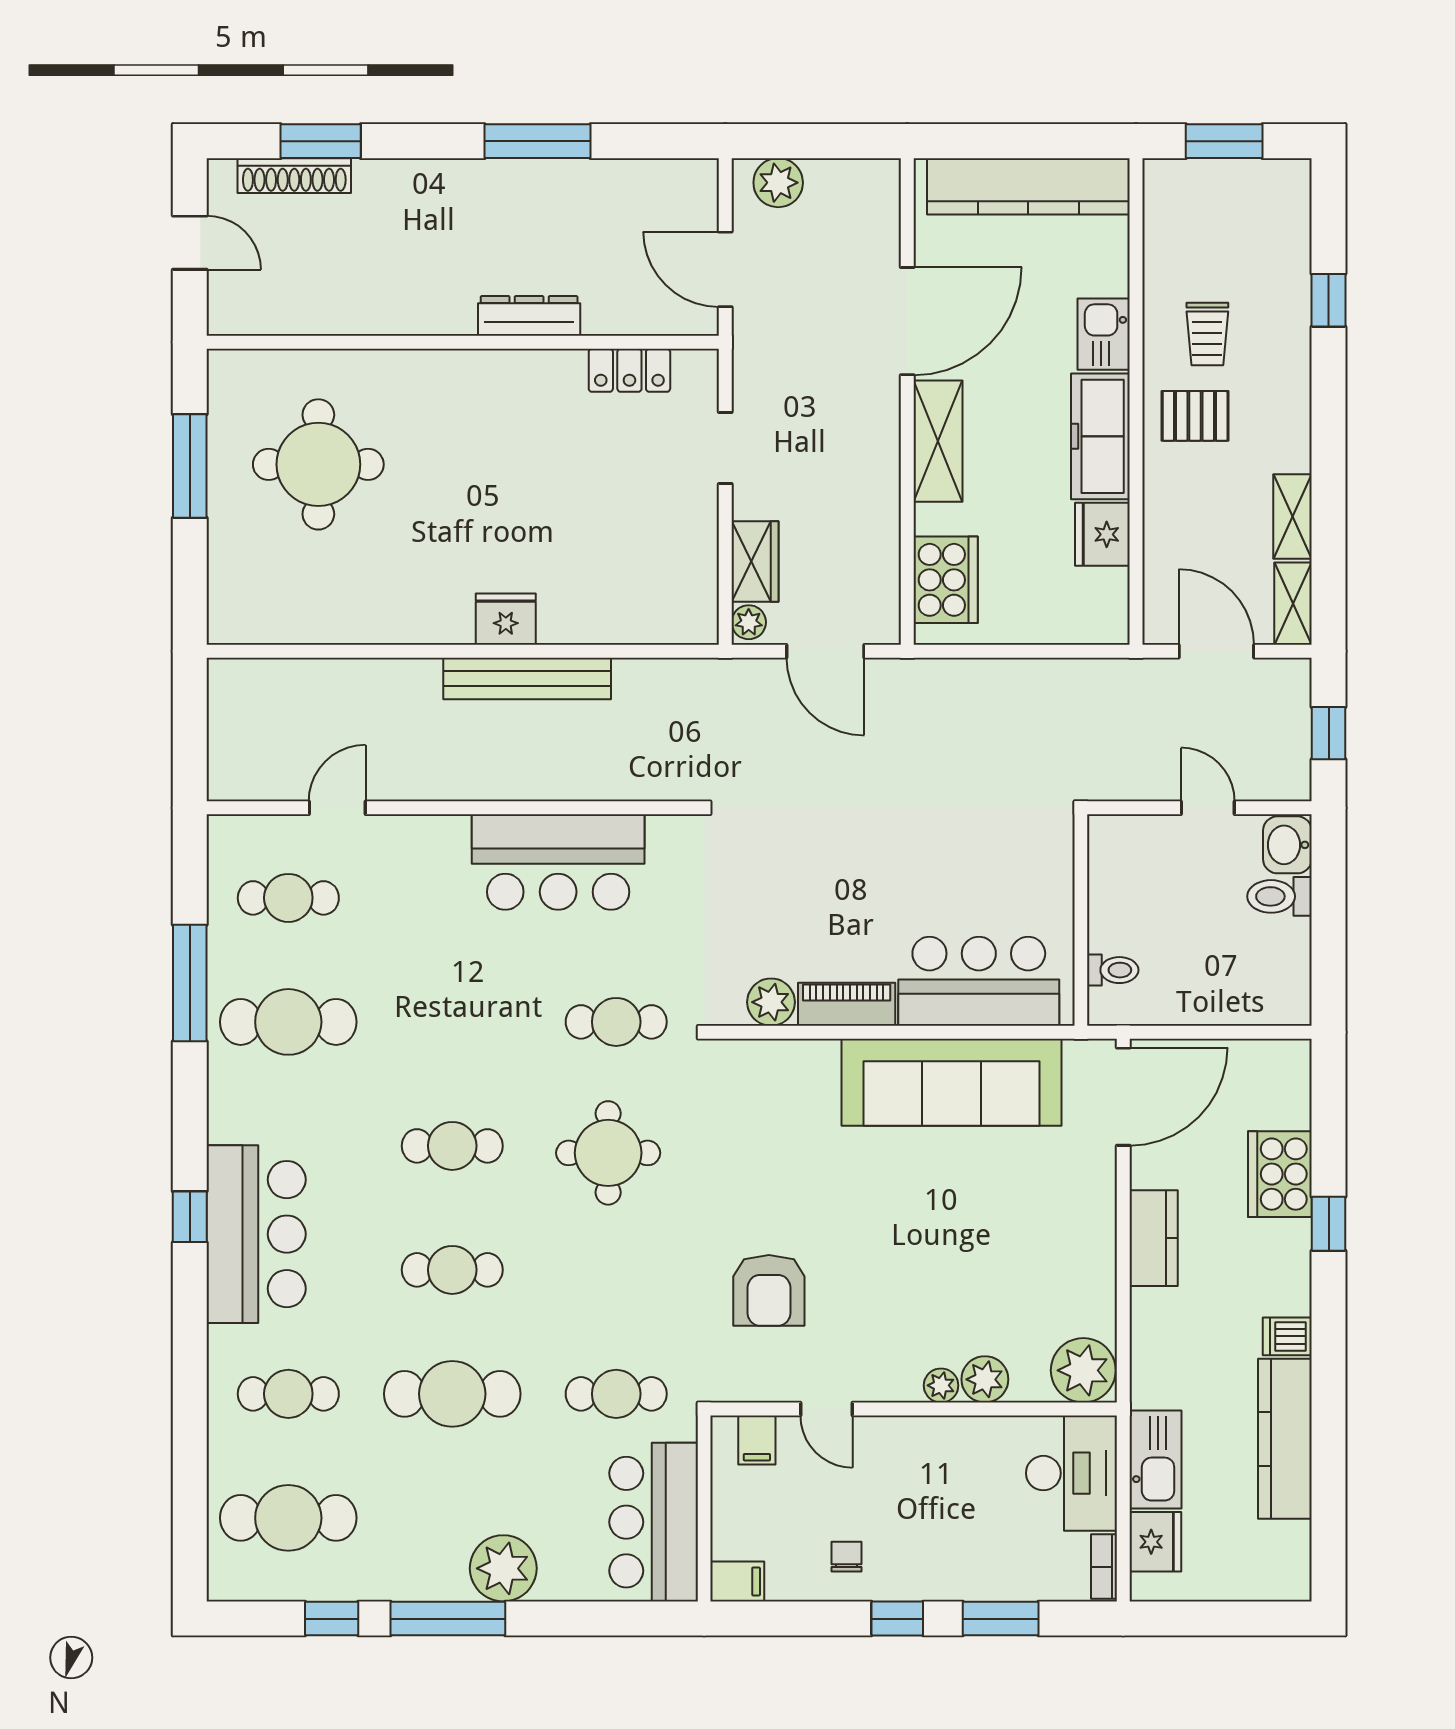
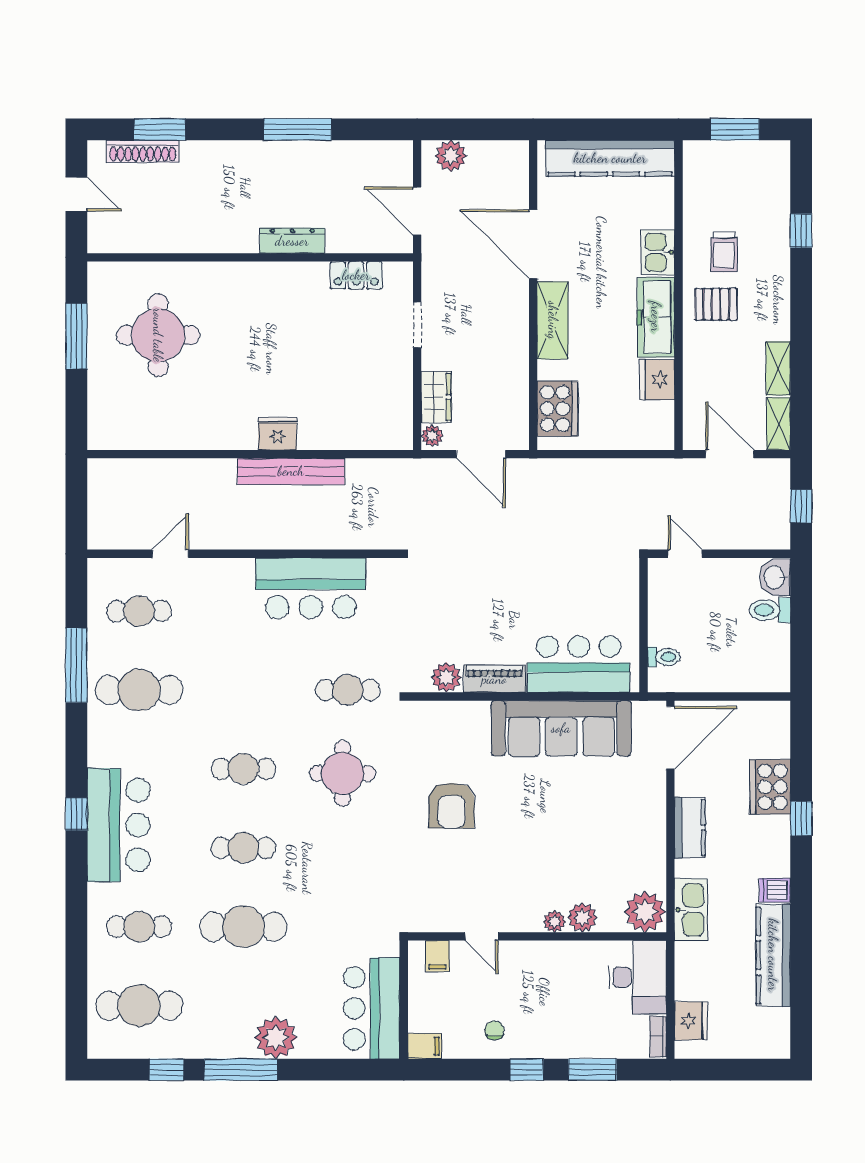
door: (907, 321) -> (533, 244), swing flipped
door: (1208, 808) -> (685, 554), moved
armchair: (769, 1290) -> (452, 805), moved
cafe table: (616, 1394) -> (348, 927), removed
kitchen sink: (1155, 1459) -> (691, 910), moved

